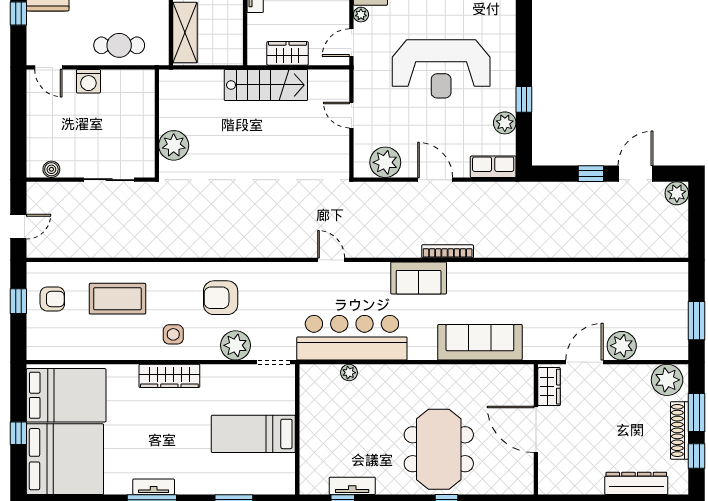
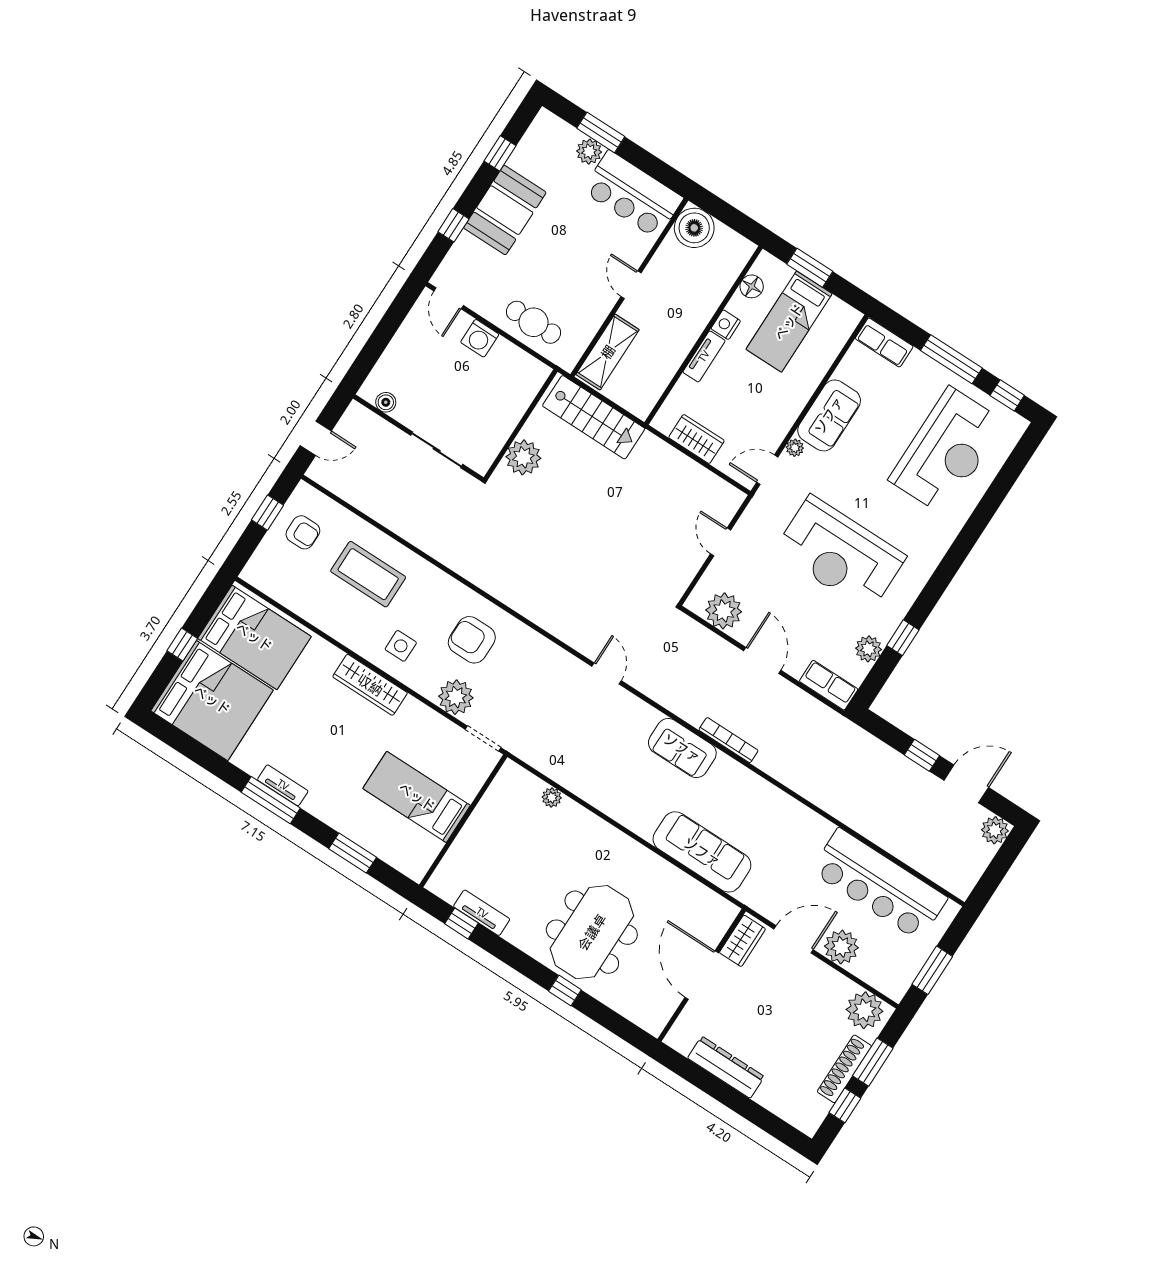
stairs: (266, 85) -> (594, 417), moved
bar counter: (352, 338) -> (879, 884), moved, turned 180
dresser: (636, 483) -> (726, 1067), moved

